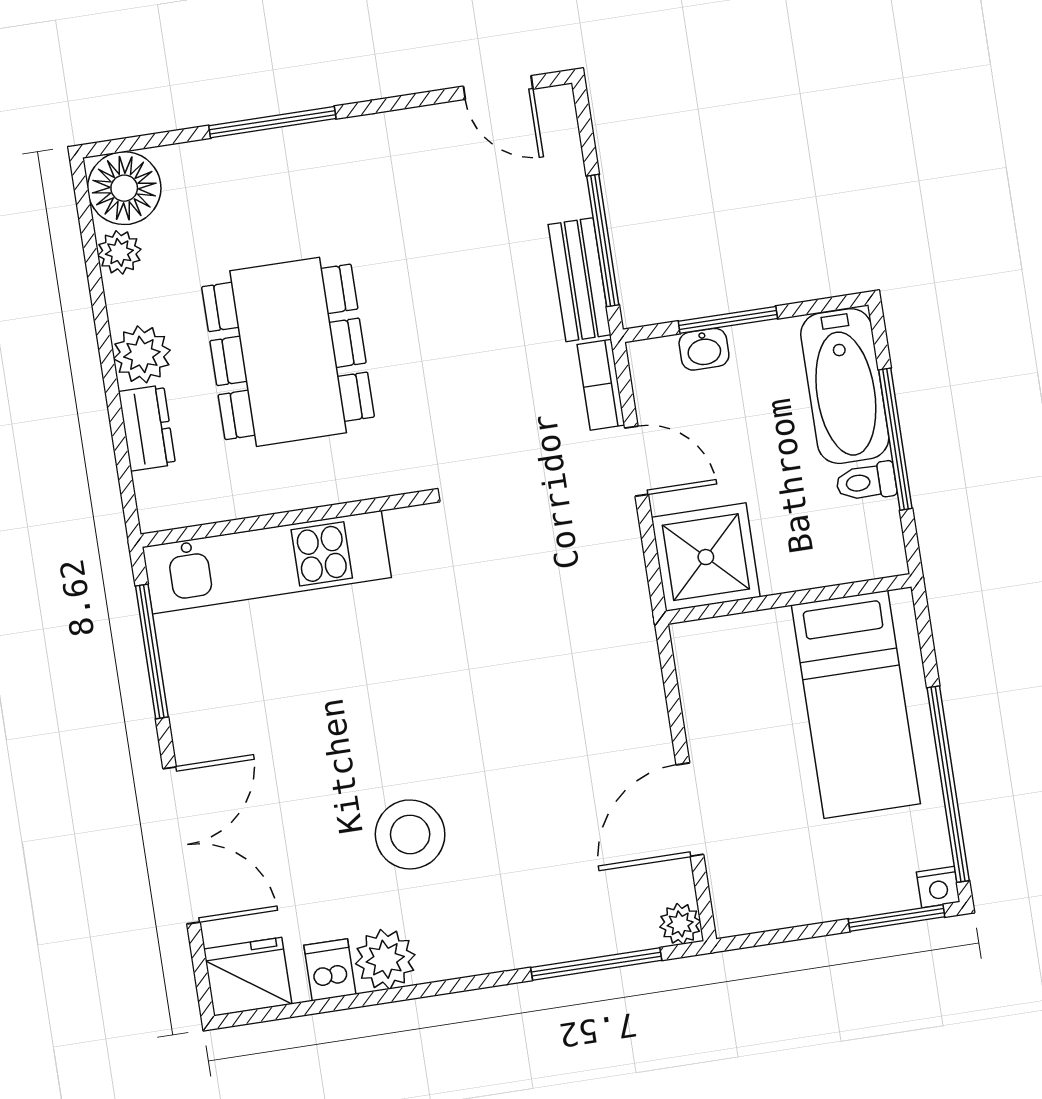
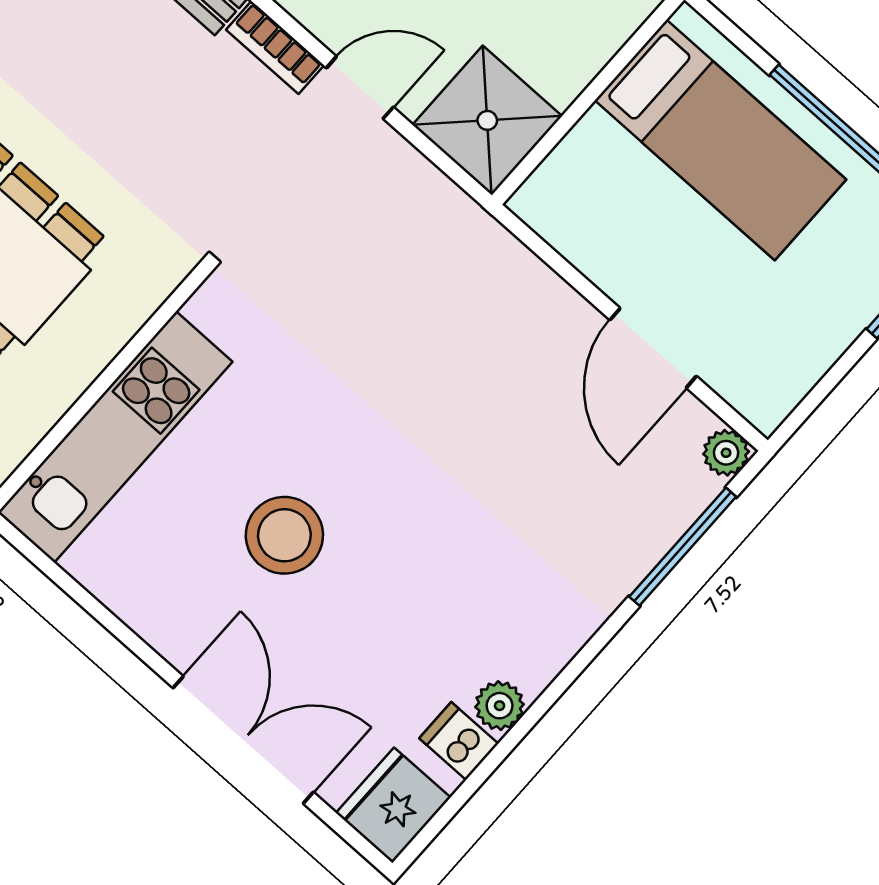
window: (152, 651) -> (80, 595), removed
stool: (410, 834) -> (284, 535), moved
plant: (385, 959) -> (500, 706), width x0.73, depth x0.73

